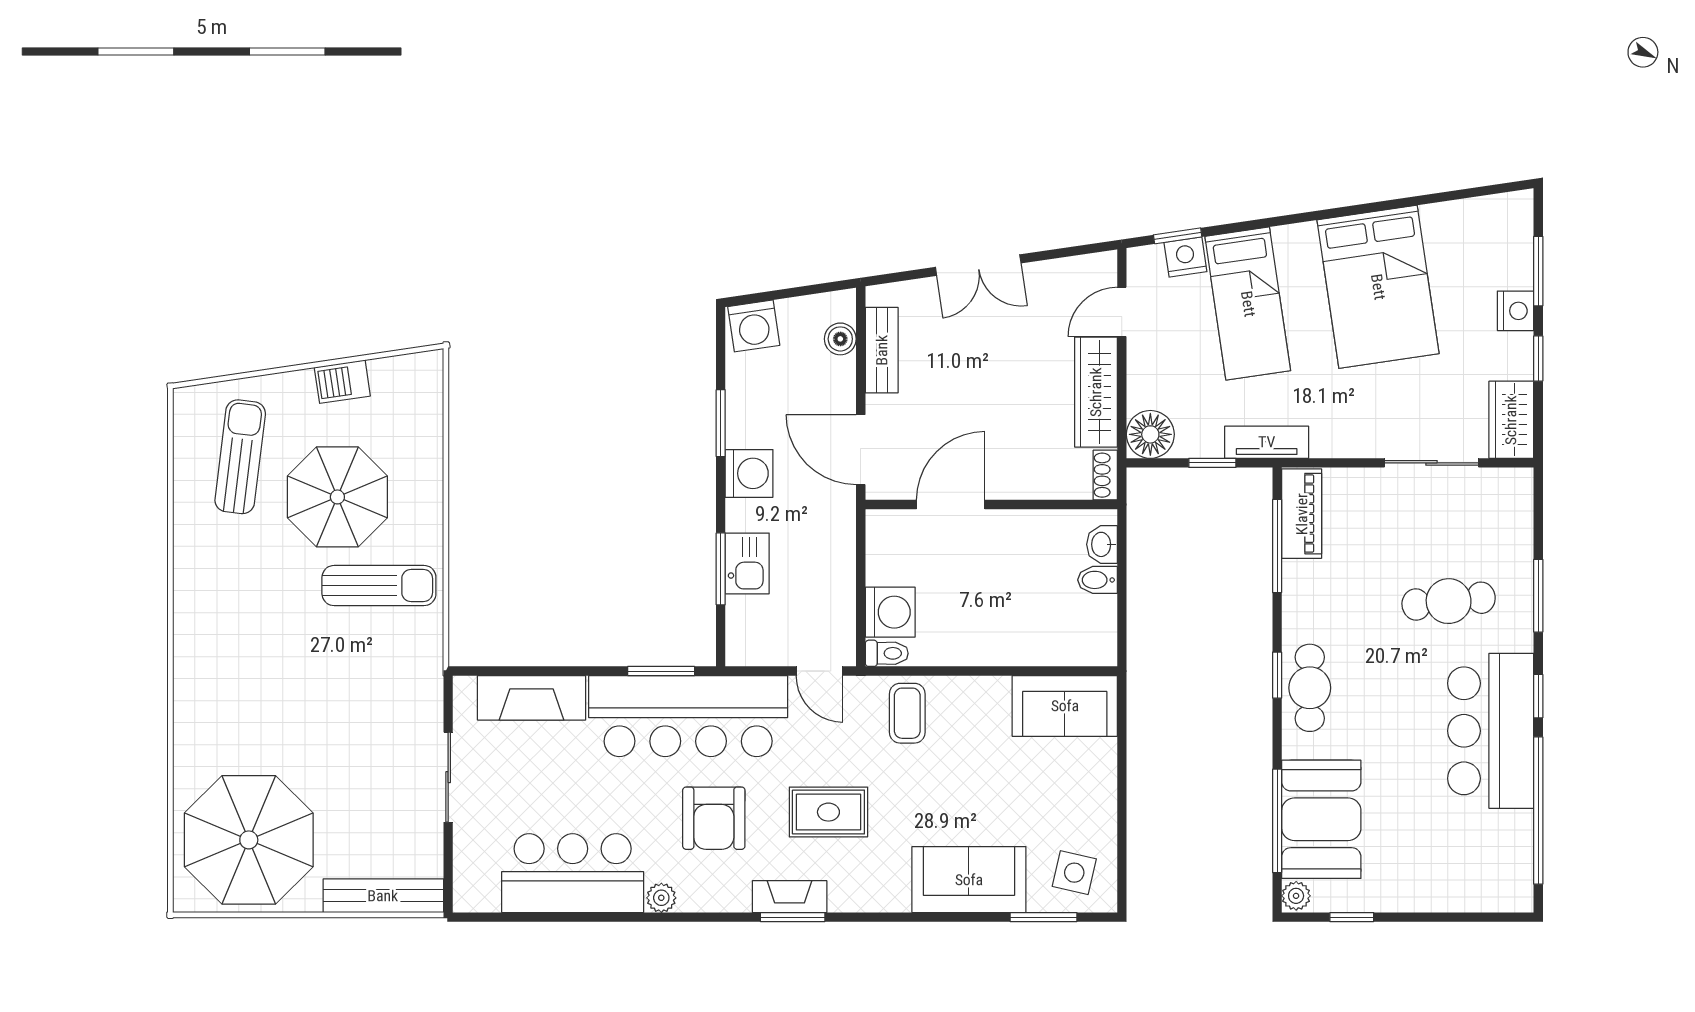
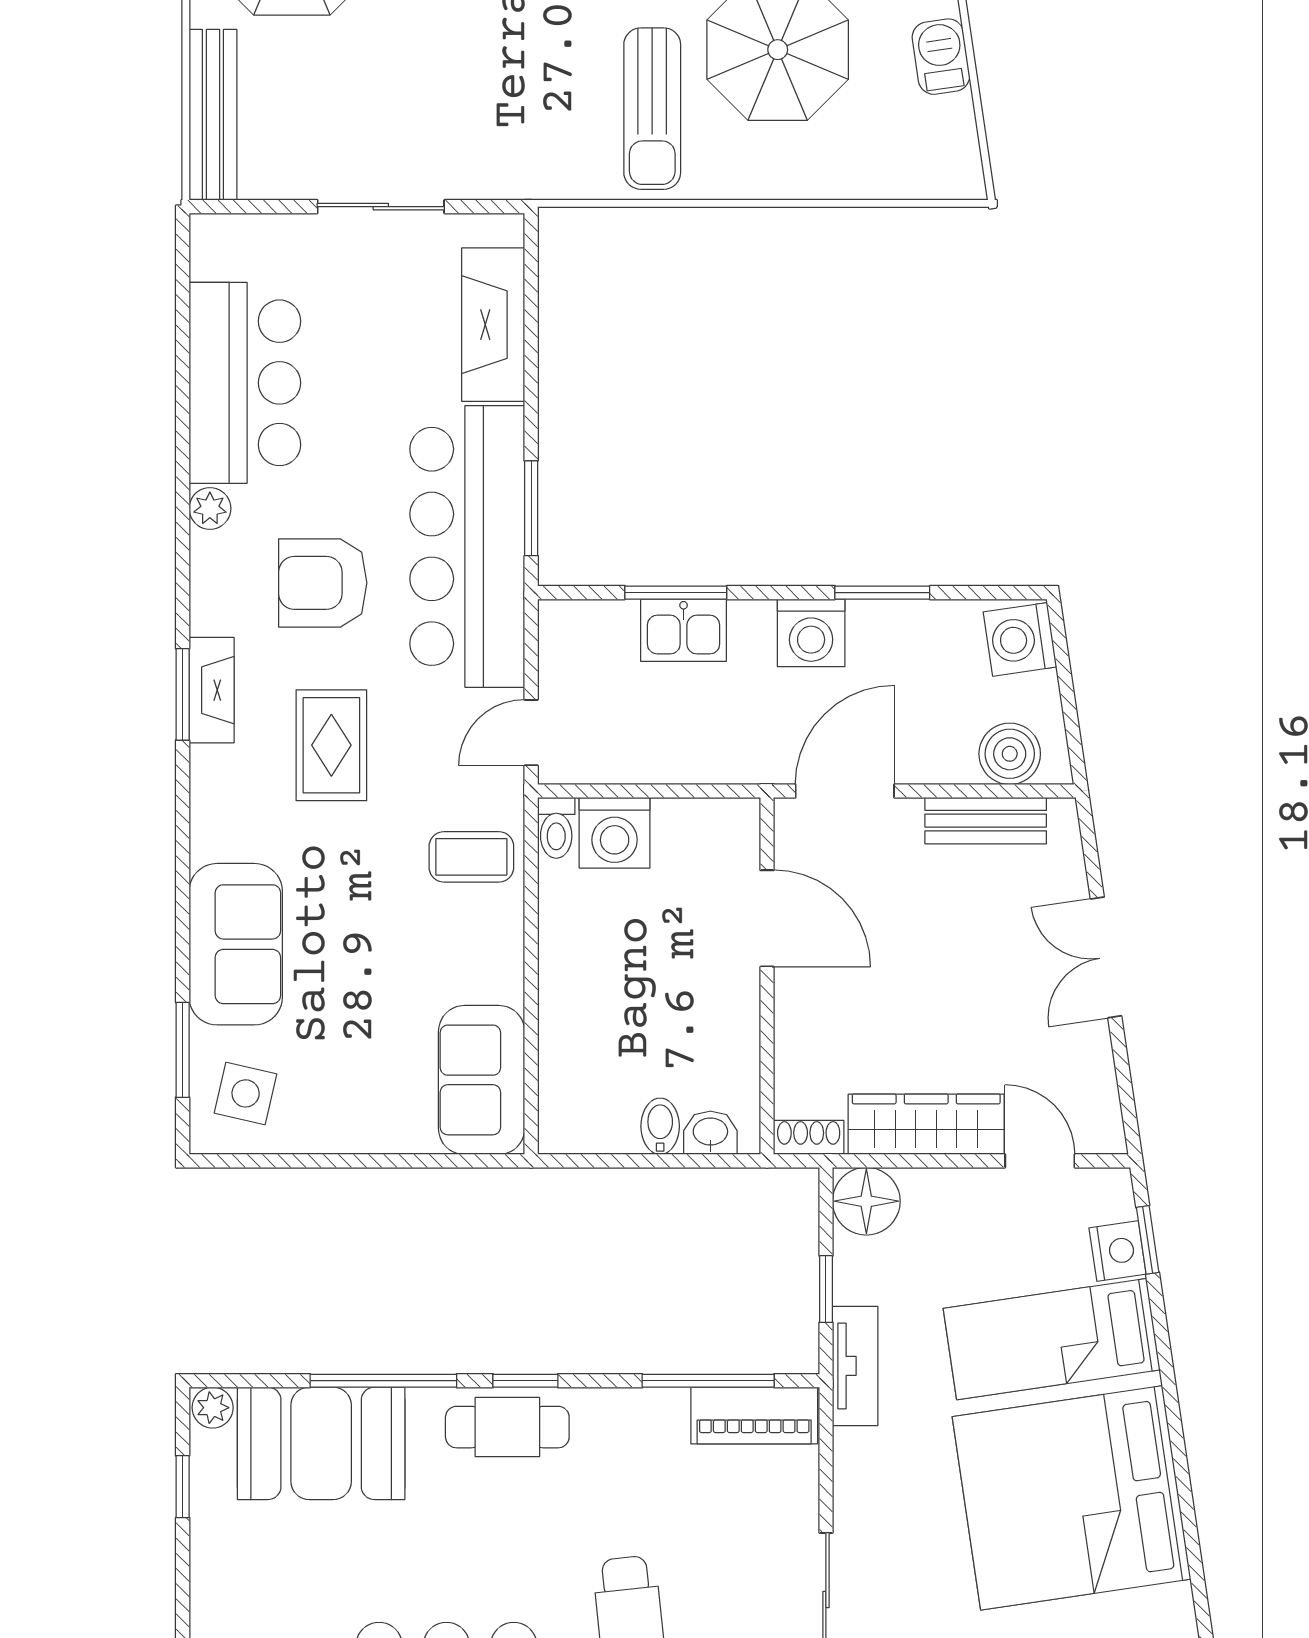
bed: (1378, 287) -> (1072, 1498), width x1.36
boiler: (840, 339) -> (1010, 754), width x1.36, depth x1.36
window: (1277, 821) -> (383, 1381), moved

